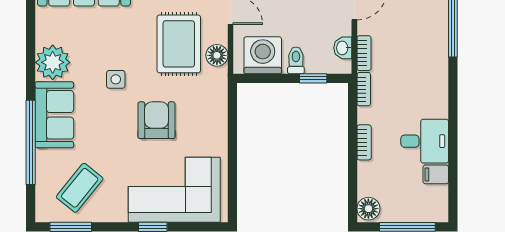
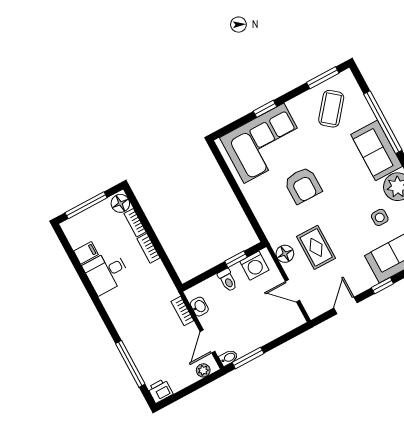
rug: (179, 44) -> (316, 247), width x0.73, depth x0.70
washing machine: (263, 55) -> (254, 266), width x0.73, depth x0.73
window: (313, 78) -> (236, 259), moved
side table: (116, 79) -> (380, 217), moved
bookcase: (364, 89) -> (135, 223), moved

